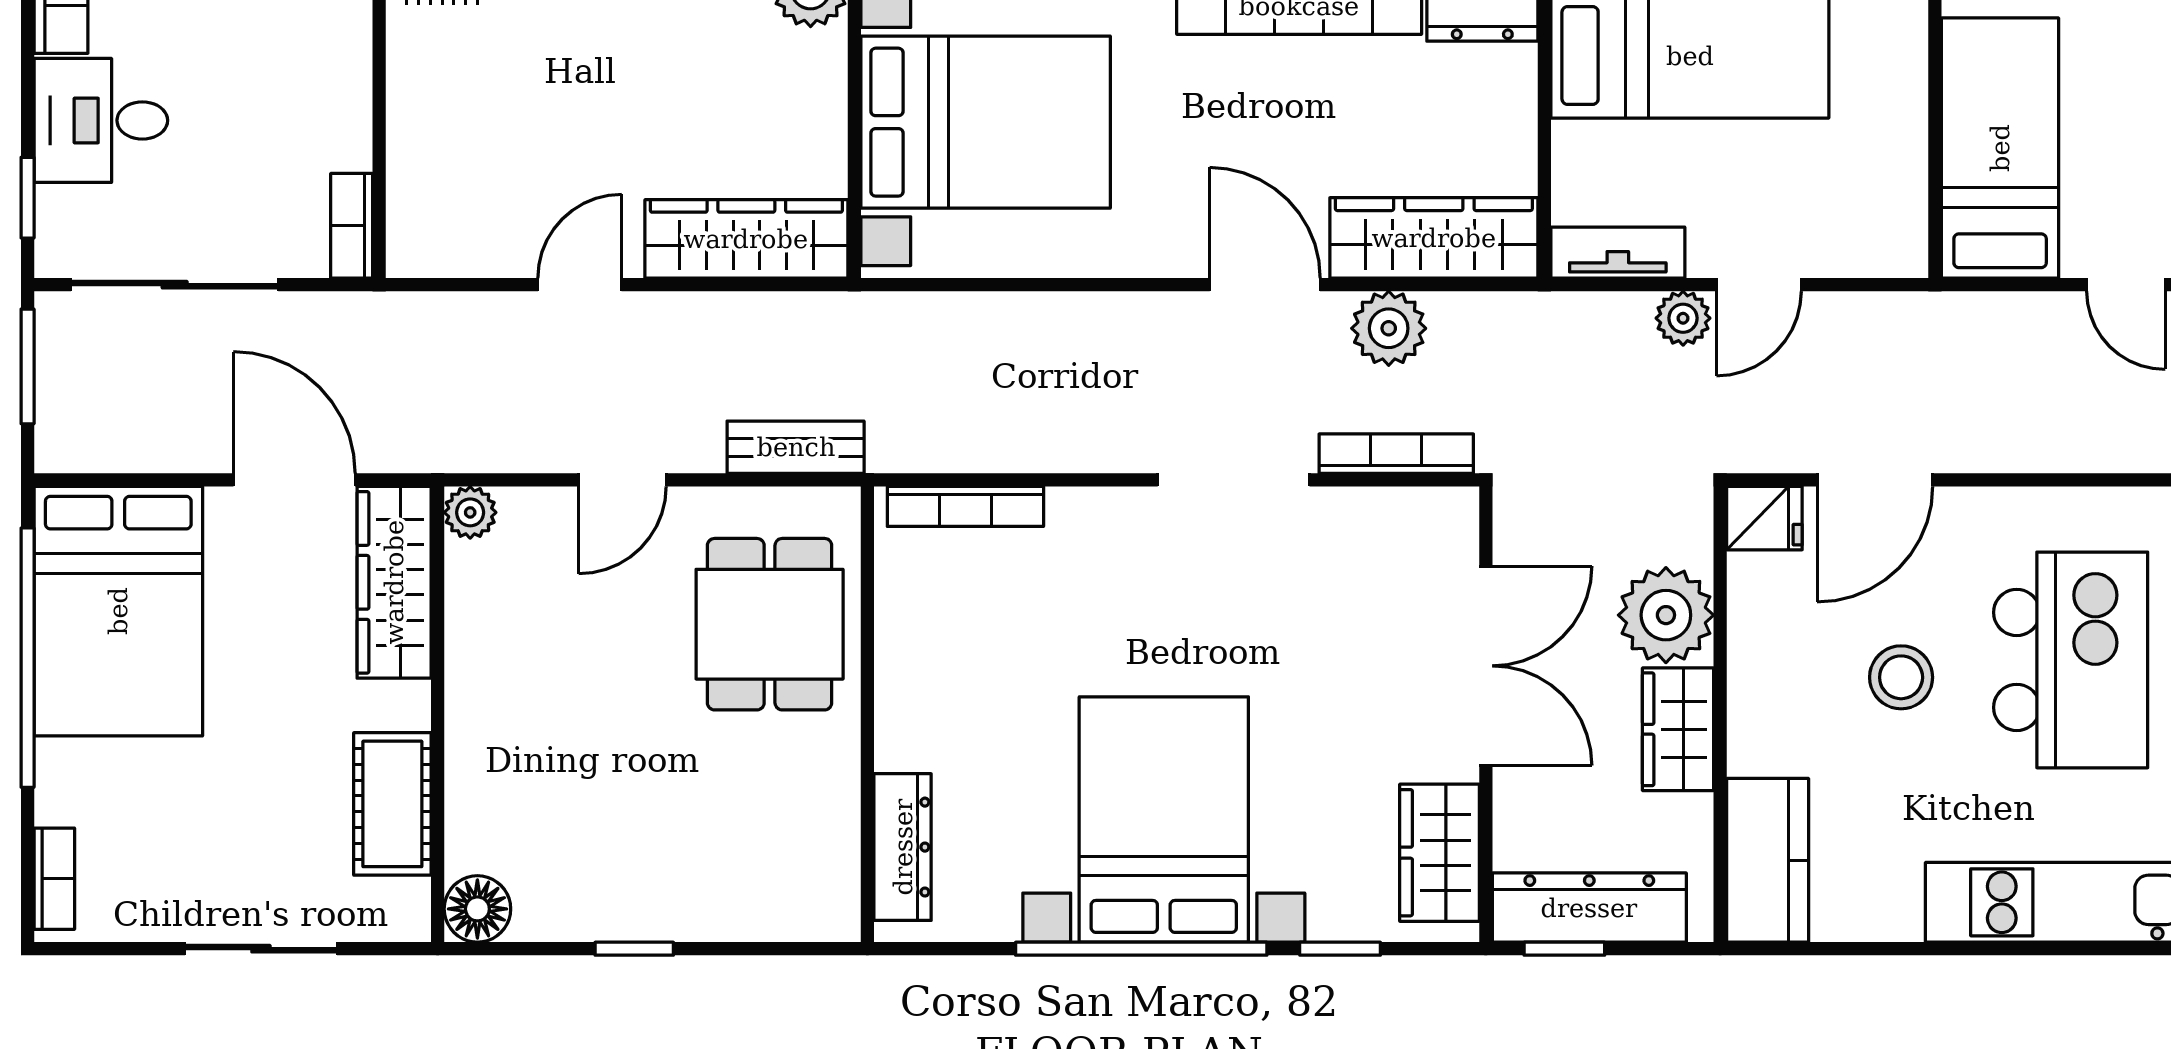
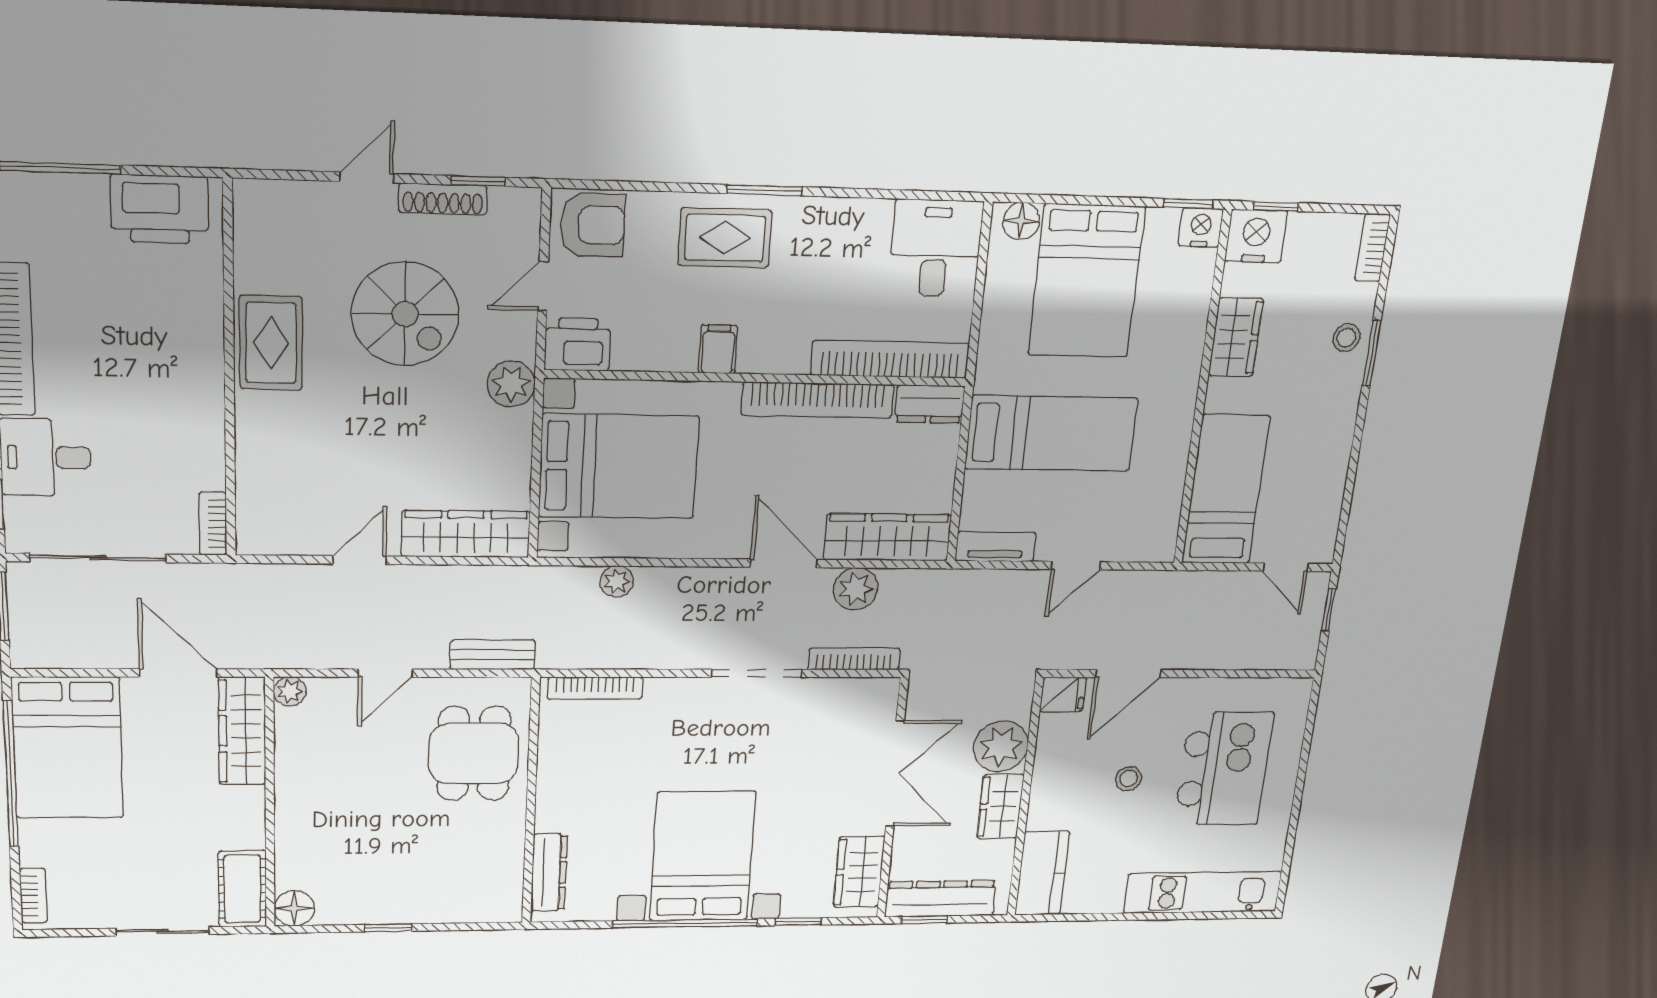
plant: (1683, 318) -> (617, 581), moved
stool: (1901, 677) -> (1129, 778), width x0.73, depth x0.73
cot: (392, 804) -> (242, 889), moved

